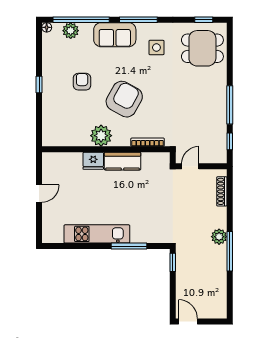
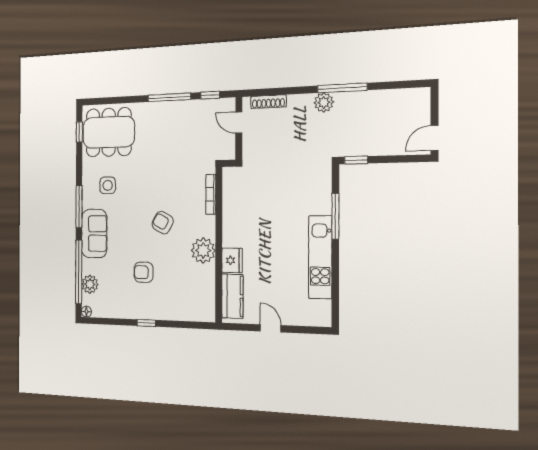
dining table: (202, 48) -> (109, 132), width x1.38
armchair: (124, 99) -> (163, 223), width x0.53, depth x0.53
kitchen counter: (122, 161) -> (232, 296), moved
door: (190, 166) -> (239, 123), moved

